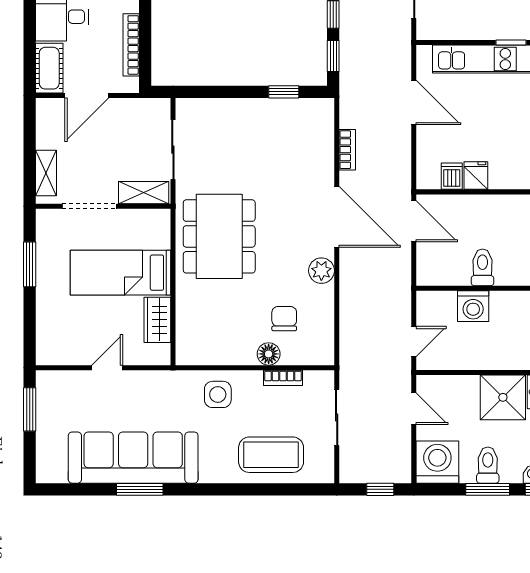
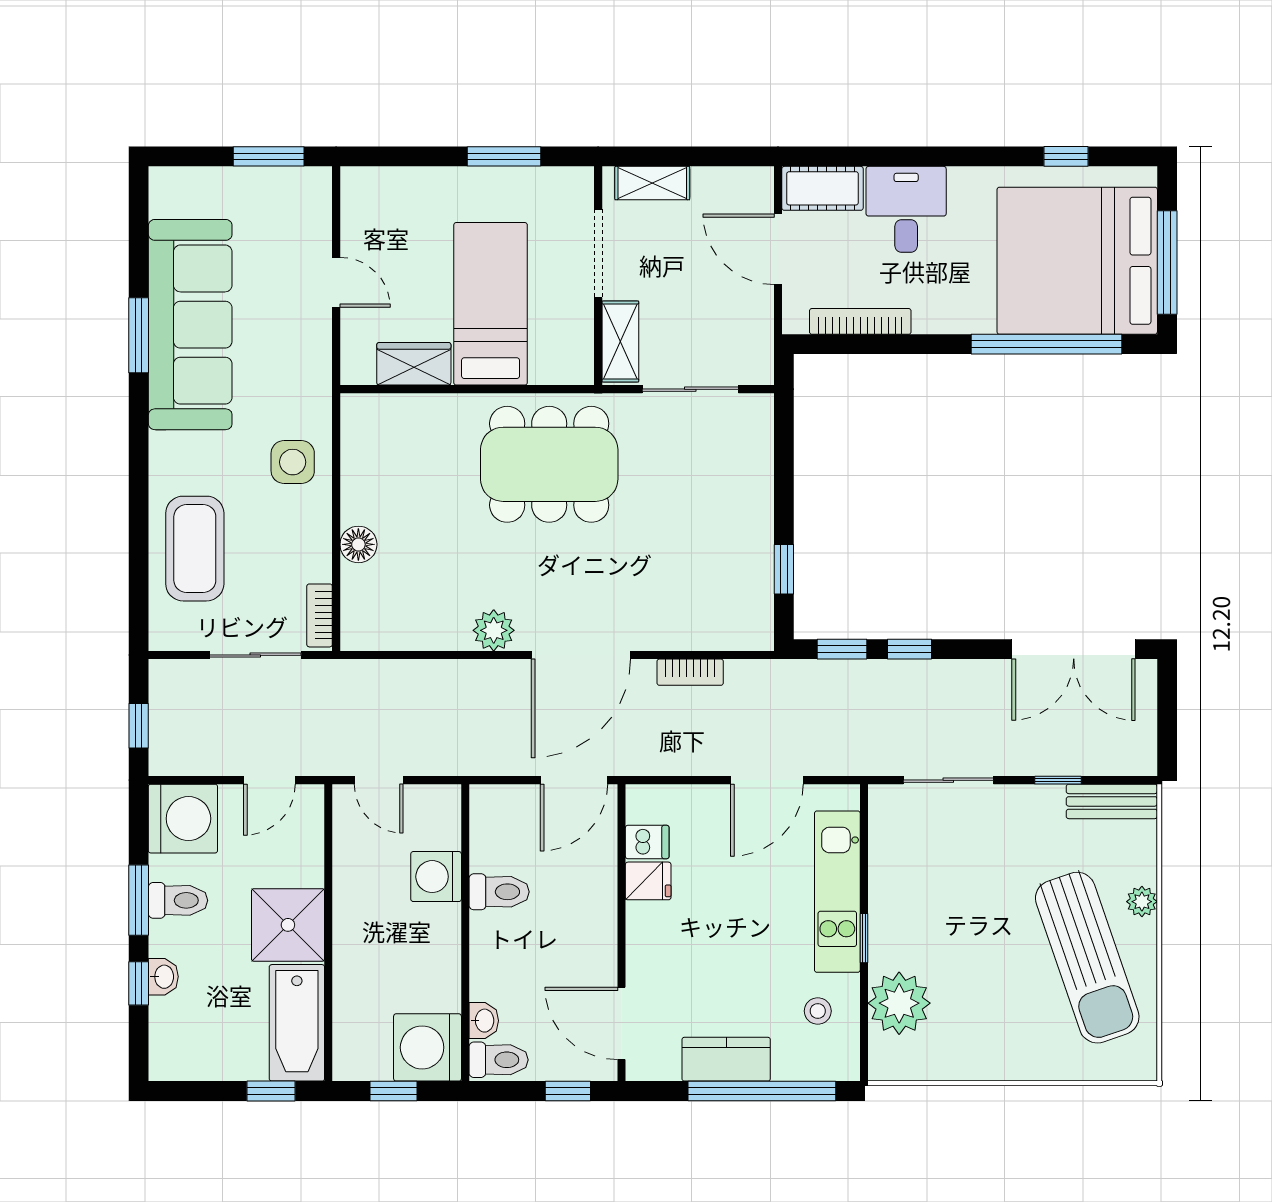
chair: (284, 319) -> (416, 570), removed
bookcase: (283, 378) -> (320, 615), moved

